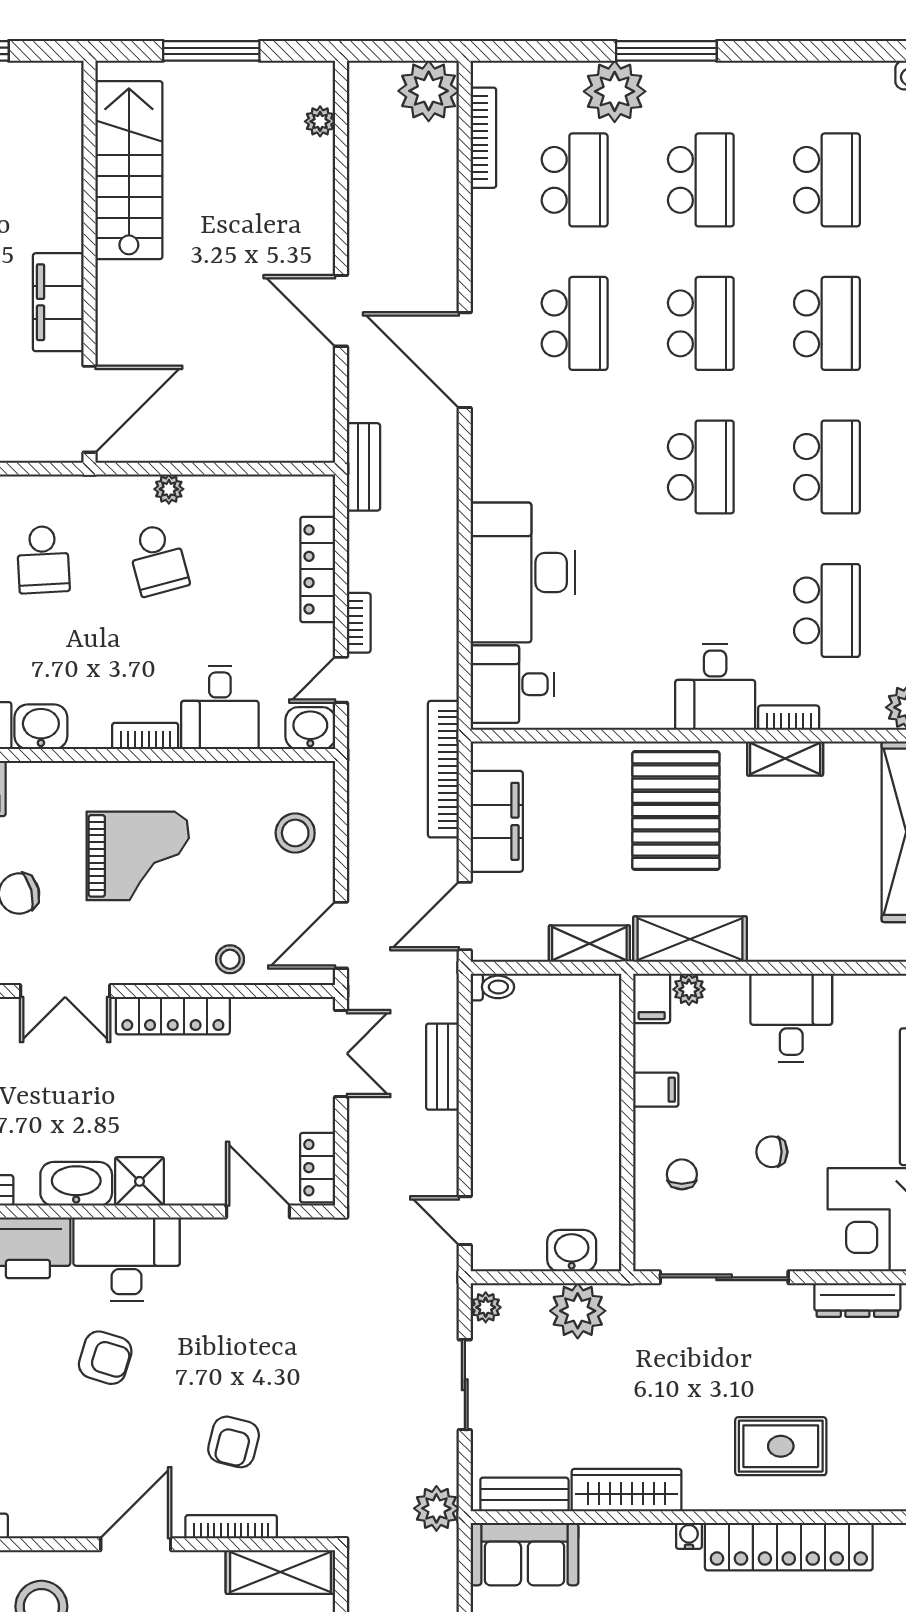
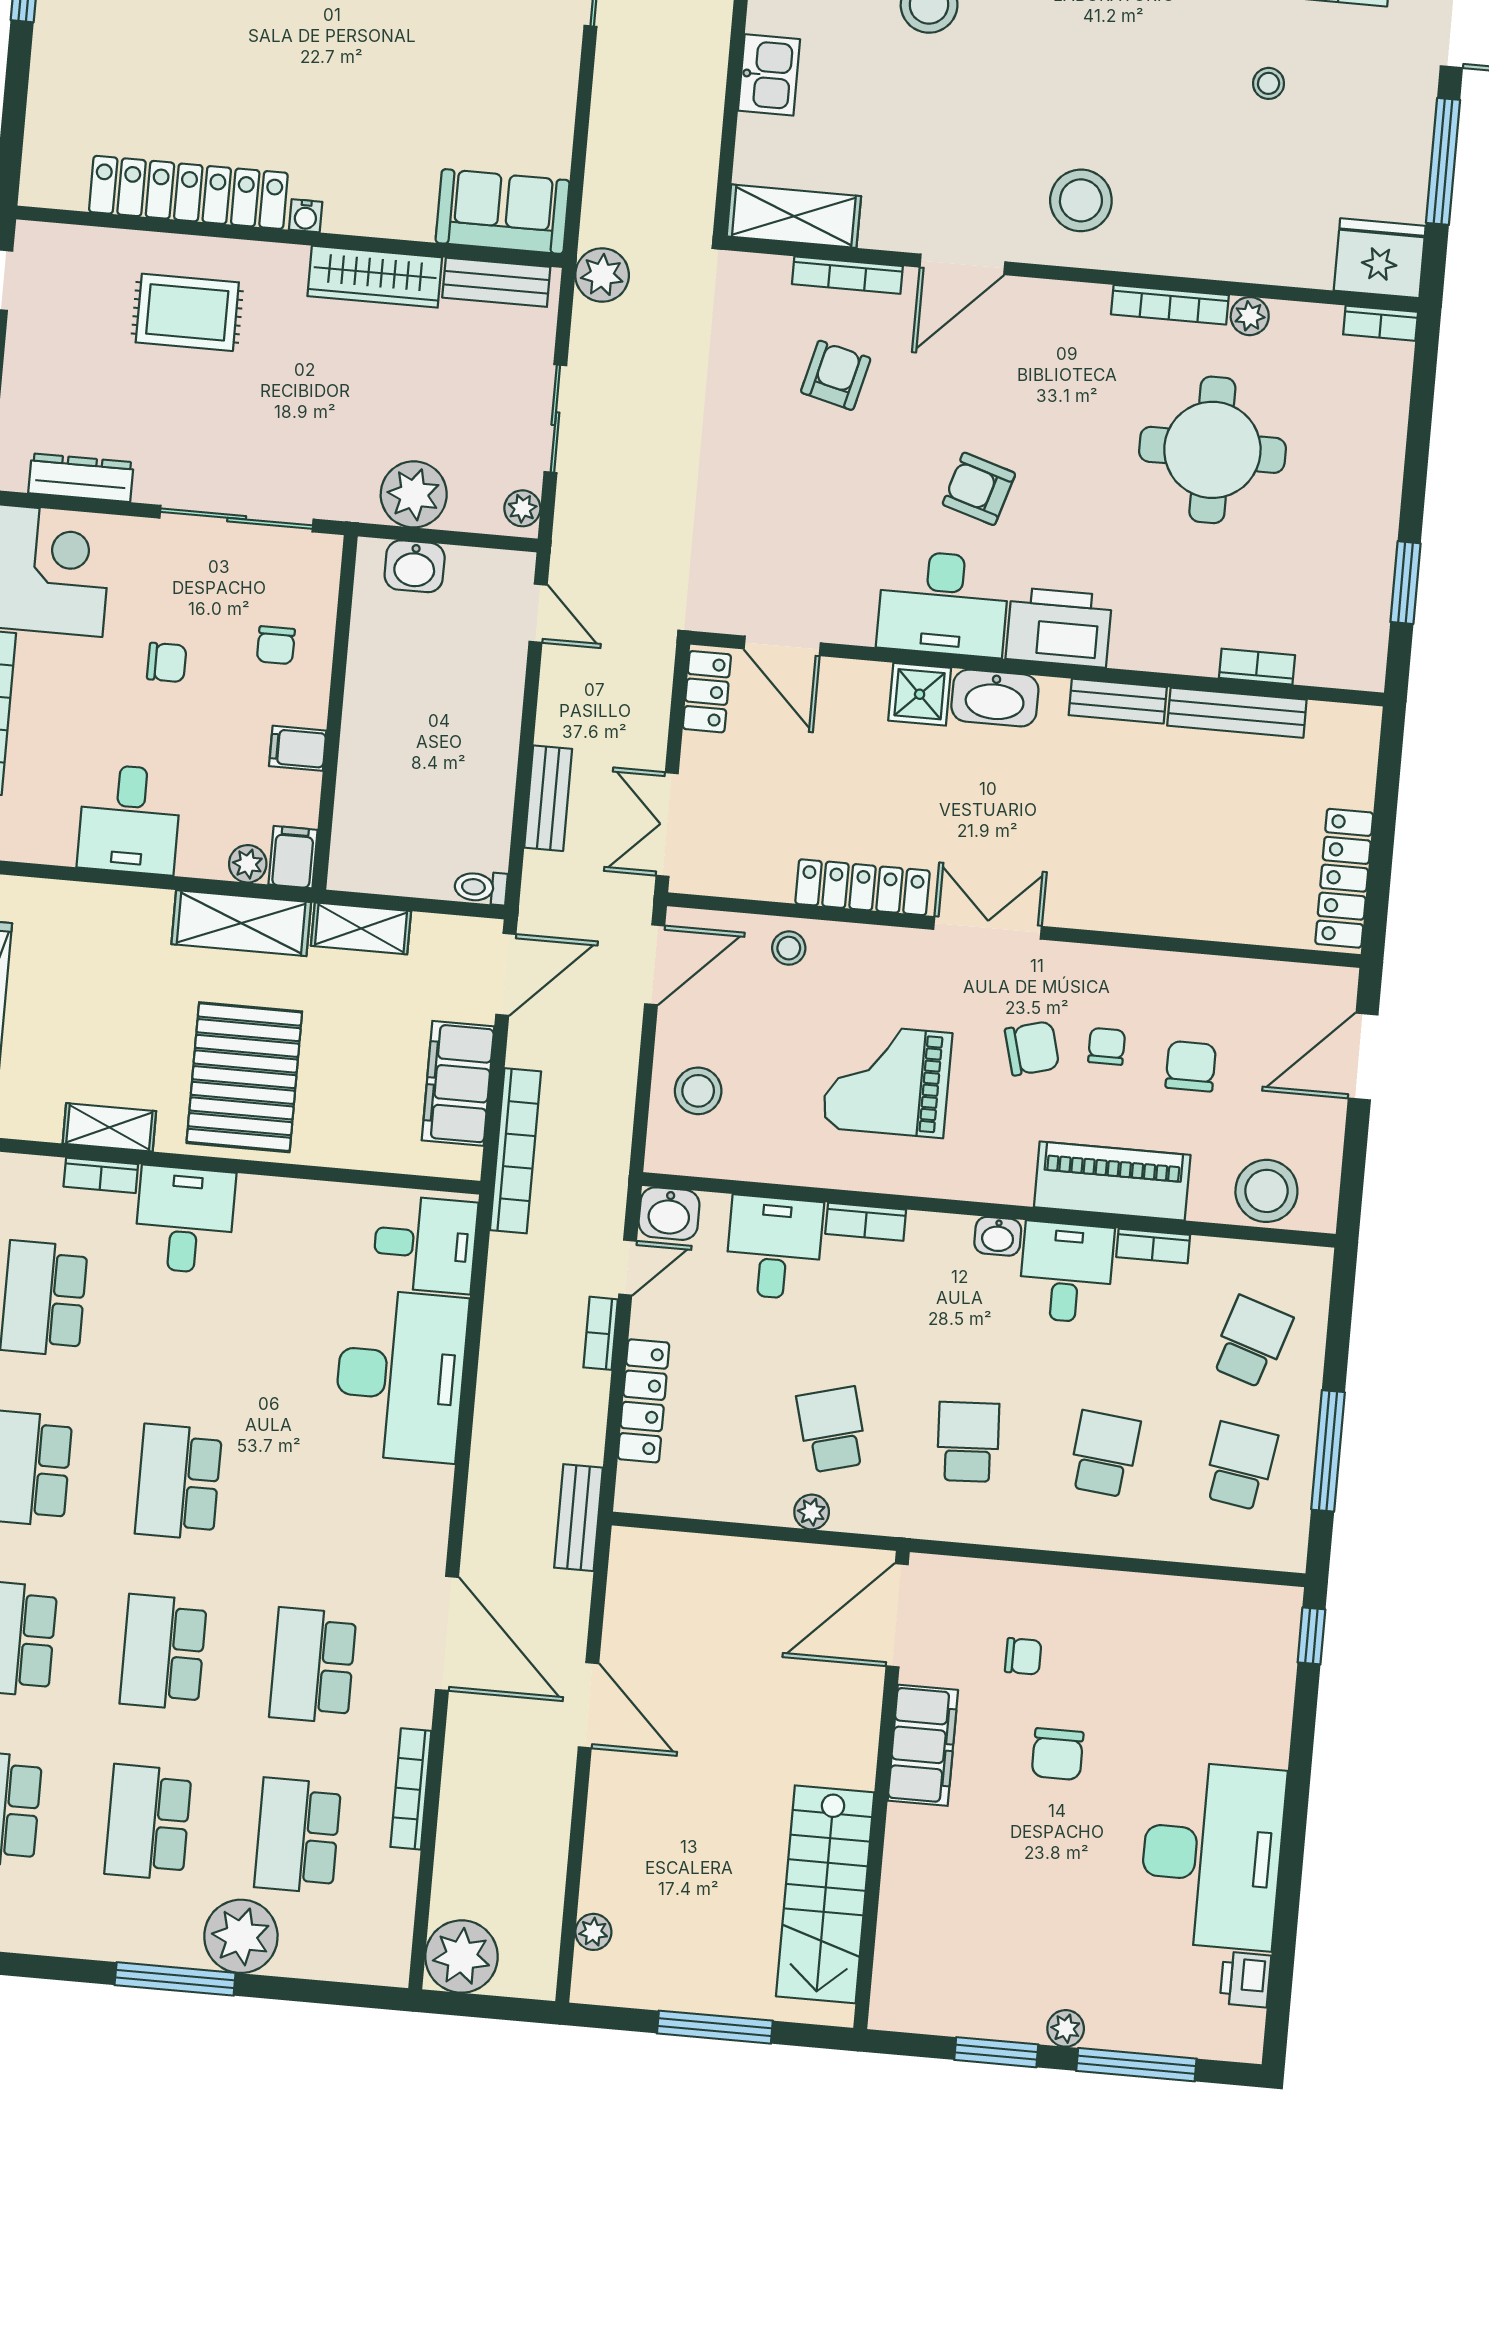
bookcase: (483, 138) -> (411, 1789), moved
washbasin: (41, 727) -> (998, 1236), width x0.72, depth x0.69

